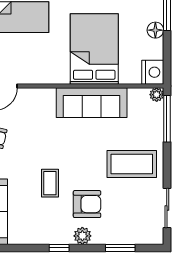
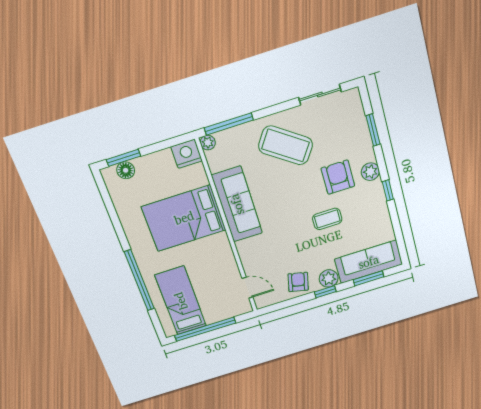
floor lamp: (155, 30) -> (126, 170), moved
coffee table: (132, 164) -> (286, 145), turned -55

